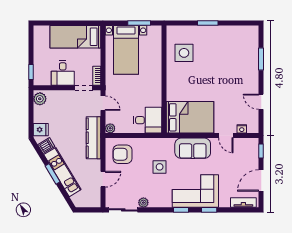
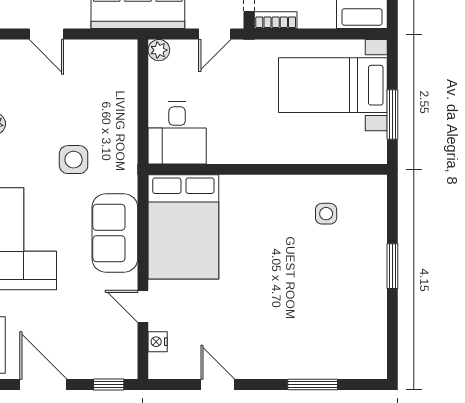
side table: (184, 53) -> (326, 214), width x0.54, depth x0.54
door: (261, 102) -> (218, 384), hinge flipped
door: (226, 136) -> (143, 306), hinge flipped
armchair: (122, 154) -> (102, 77), removed

